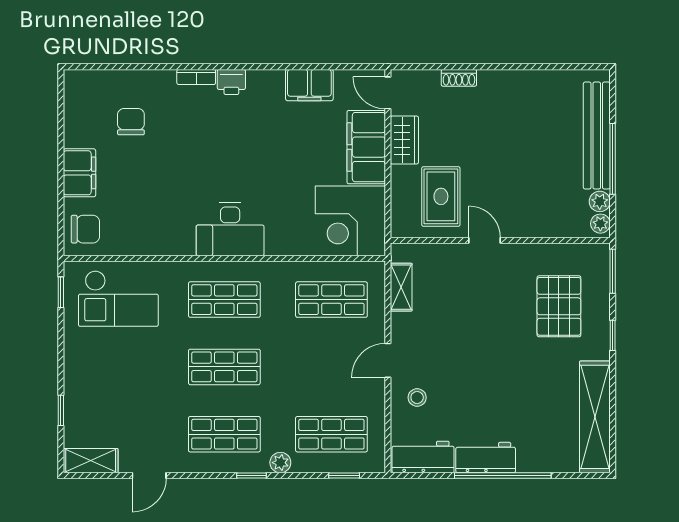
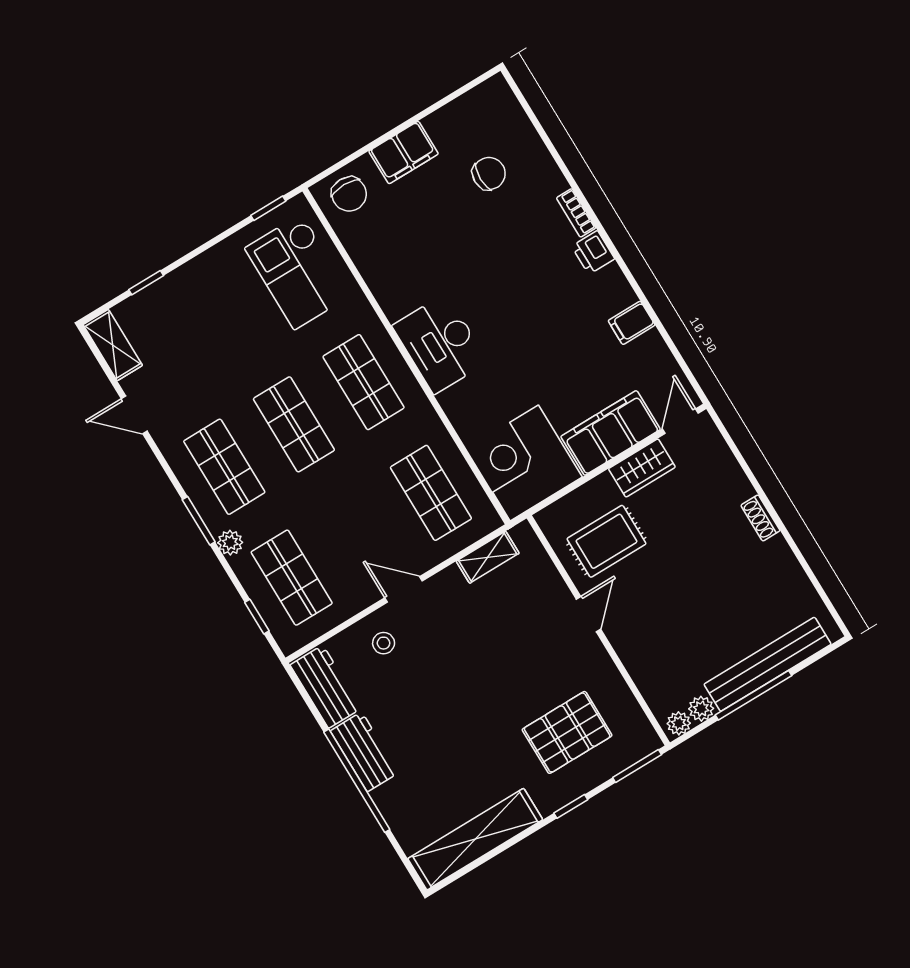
shoe rack: (459, 78) -> (760, 518), moved
filing cabinet: (309, 85) -> (632, 323), width x0.50
window: (251, 475) -> (199, 521), width x1.50

